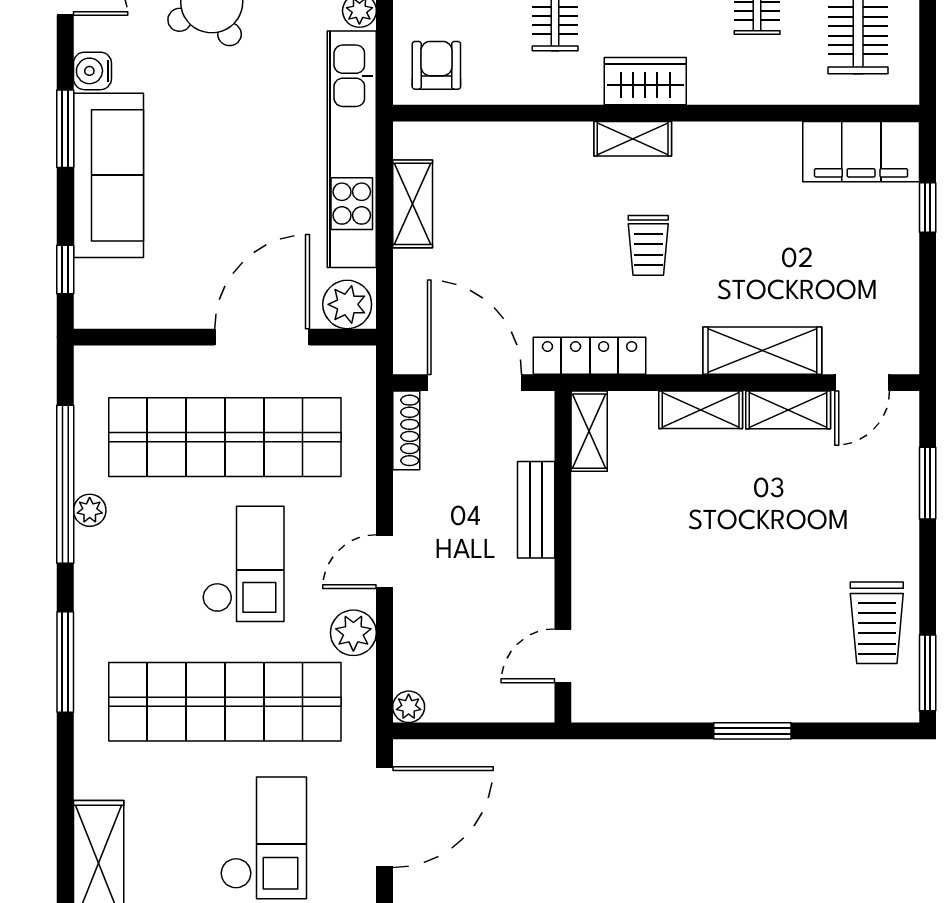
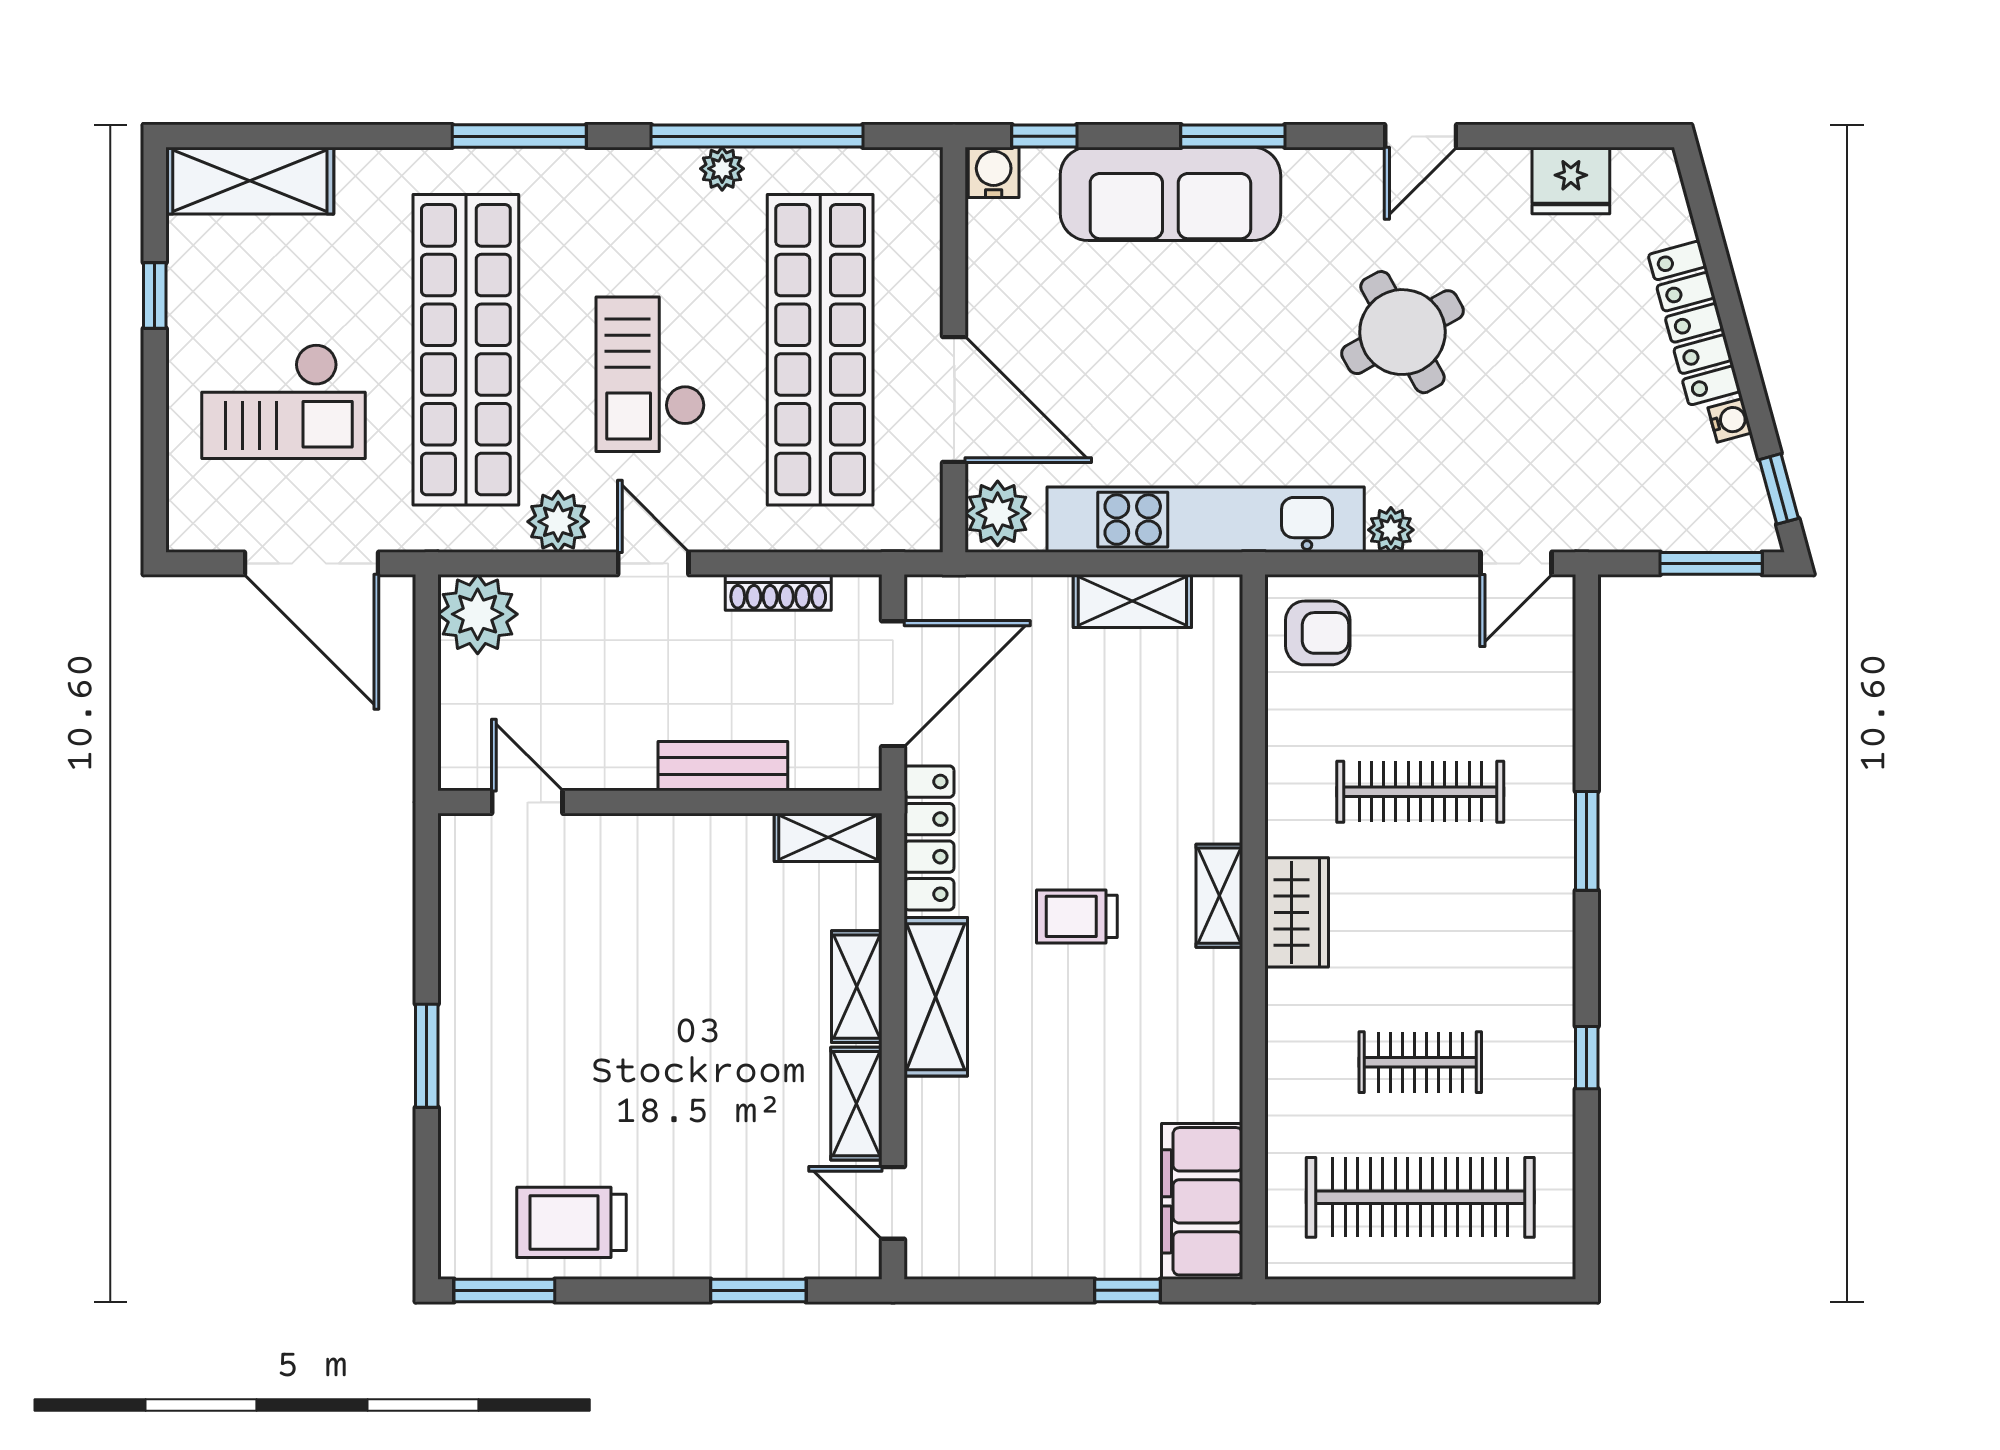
water cooler: (92, 71) -> (994, 172), moved
shelving: (762, 351) -> (936, 997), moved
shoe rack: (406, 430) -> (778, 592), moved
checkout: (243, 564) -> (650, 374), turned 90
plant: (409, 707) -> (478, 614), width x1.88, depth x1.88

